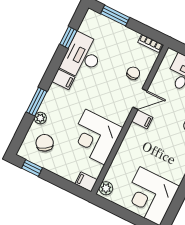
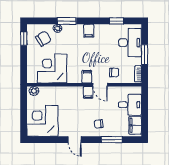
window: (115, 16) -> (145, 55), moved
desk: (82, 56) -> (130, 43), moved, turned 90
corner desk: (95, 137) -> (52, 68), moved
filing cabinet: (86, 182) -> (87, 77), moved

